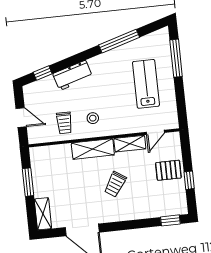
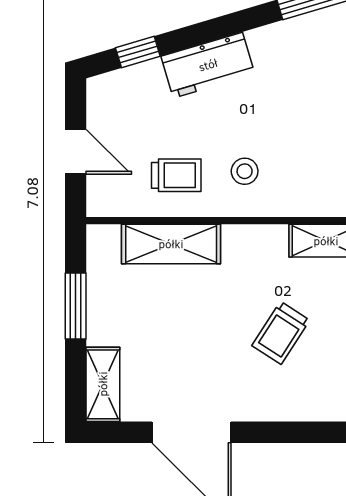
trolley: (64, 123) -> (176, 175), turned -90
shelving: (93, 149) -> (171, 244), moved

